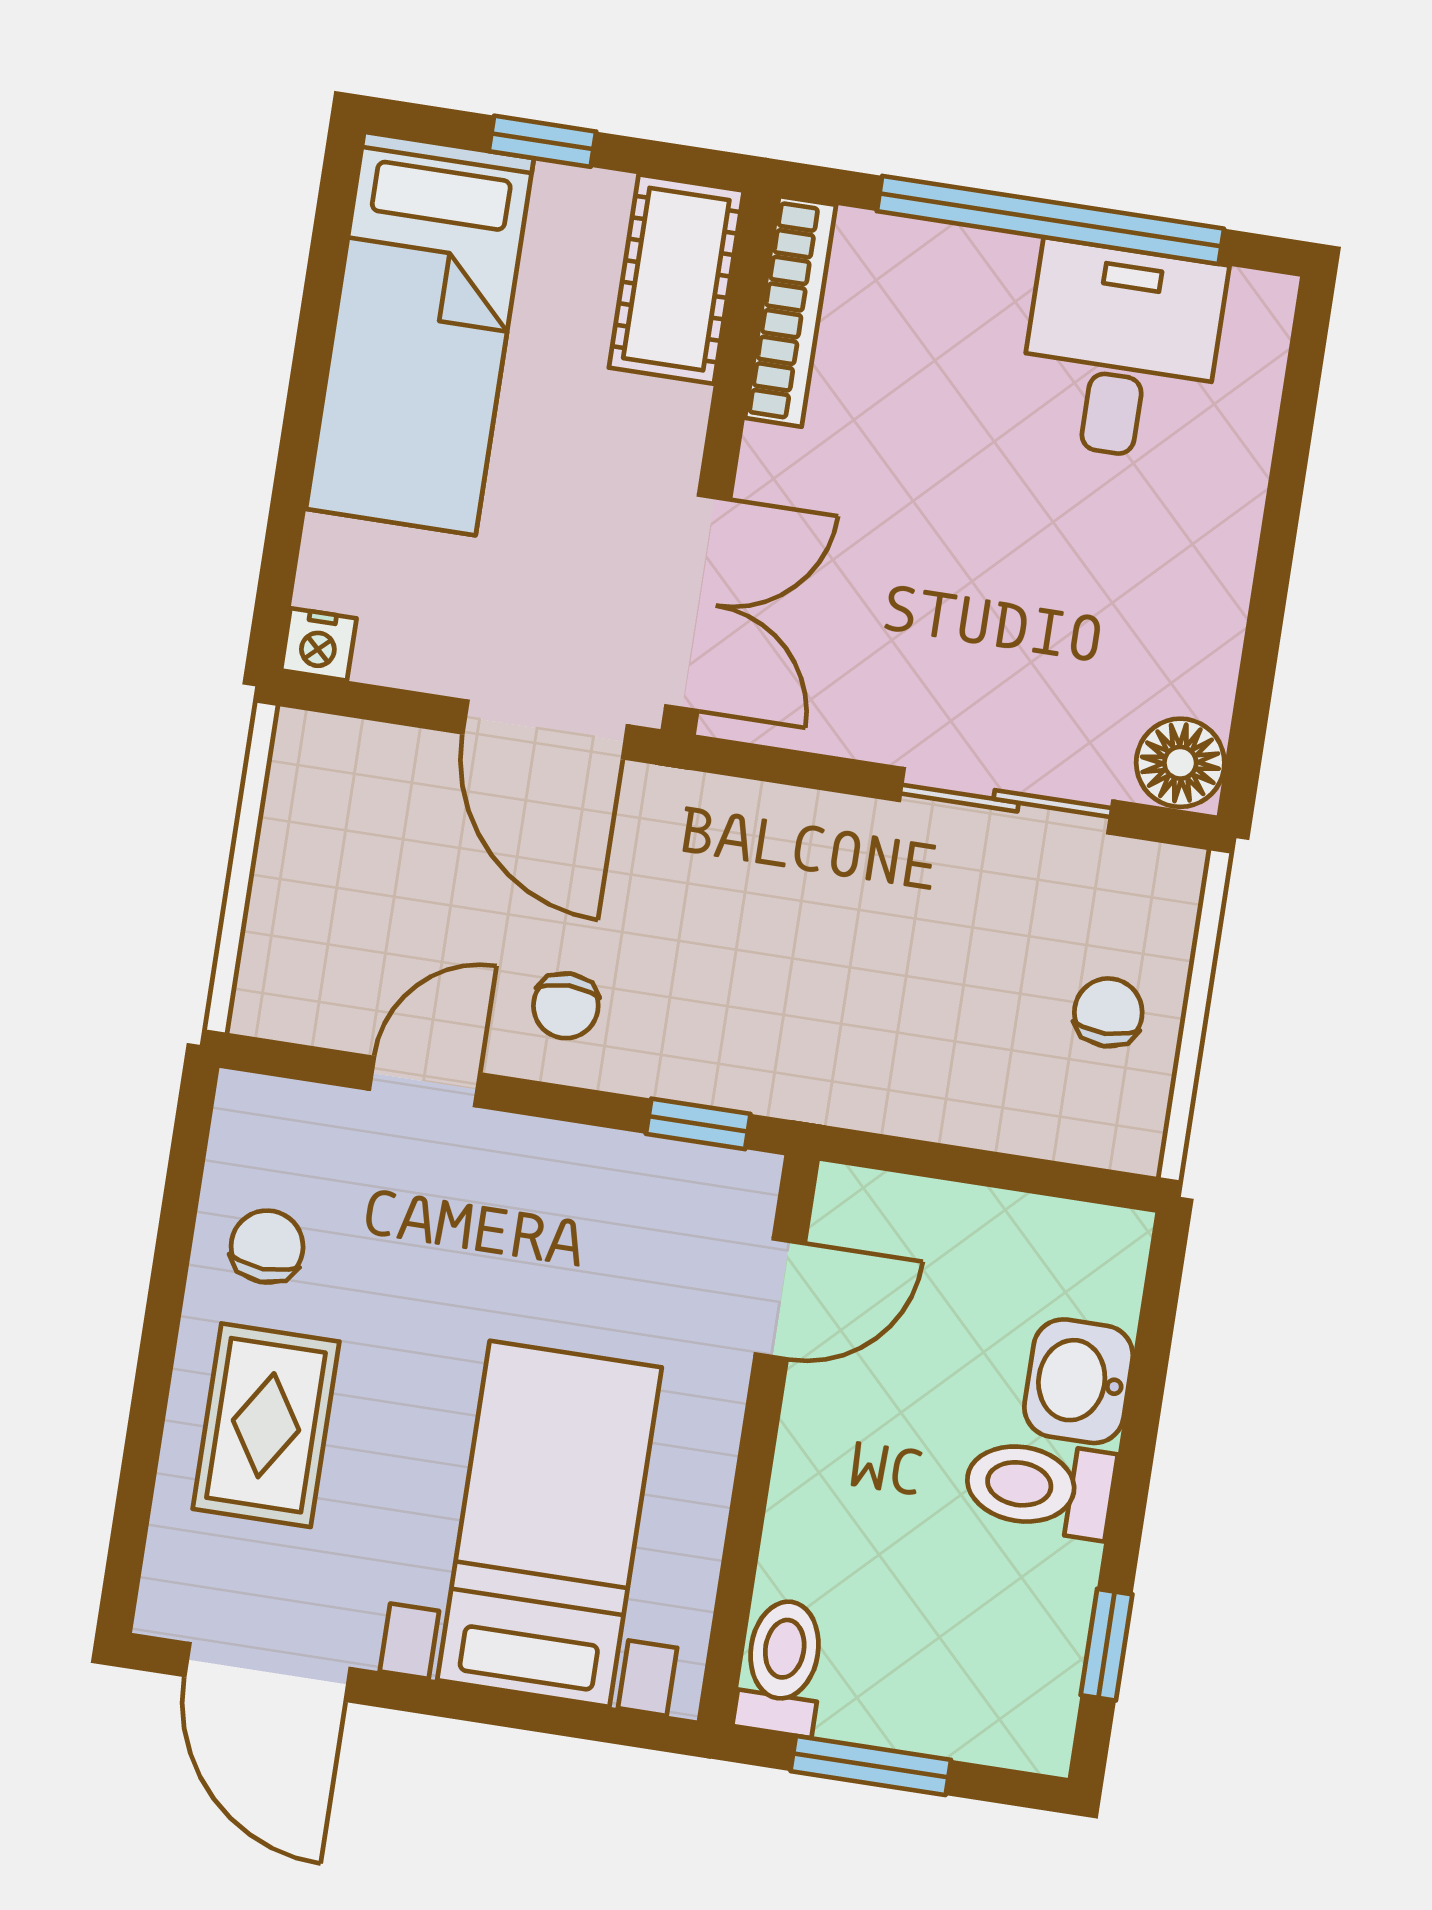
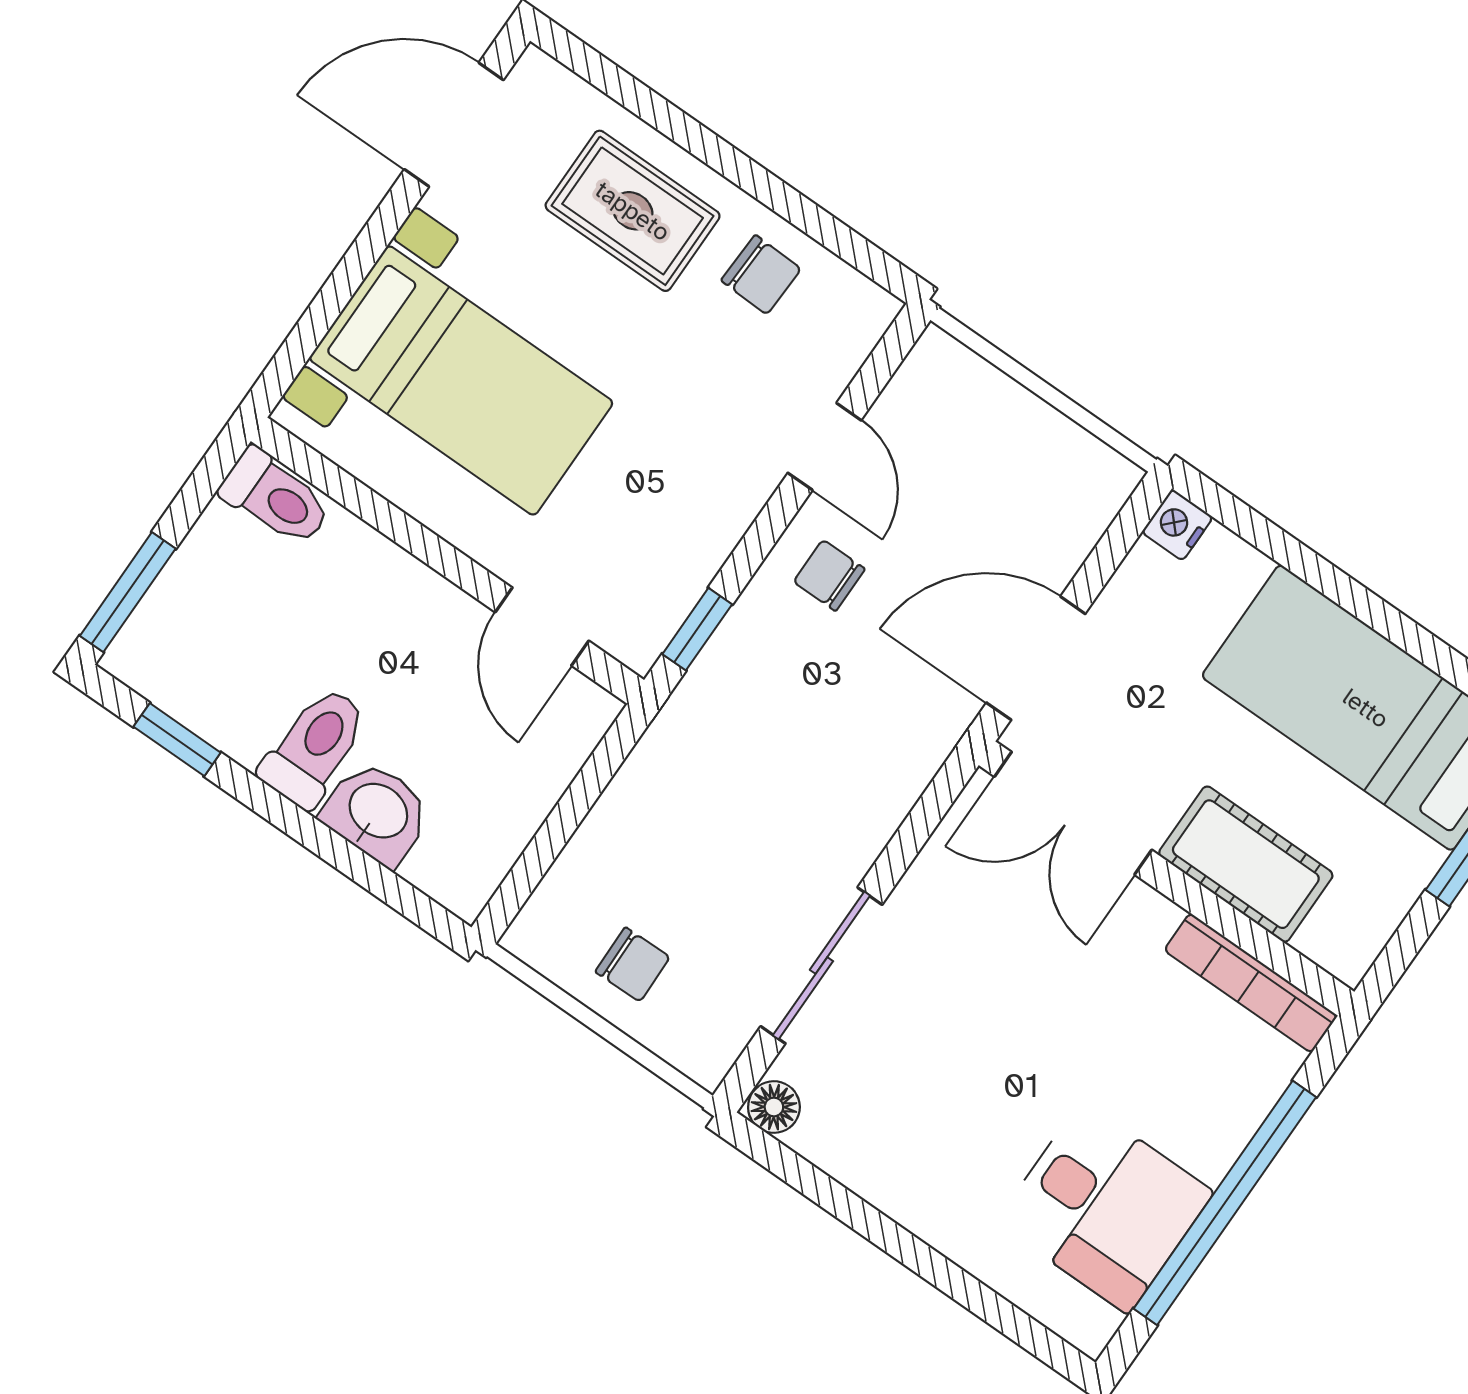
cot: (676, 279) -> (1246, 864), moved
floor lamp: (1180, 763) -> (774, 1107), width x0.73, depth x0.73
window: (871, 1765) -> (128, 592), moved

